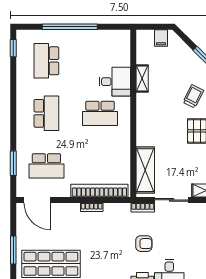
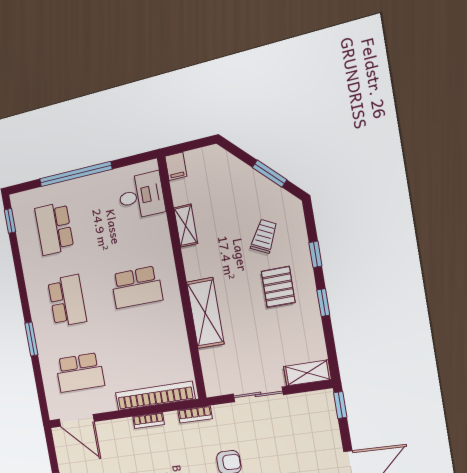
filing cabinet: (161, 38) -> (176, 166), moved
desk: (115, 82) -> (141, 196), moved
window: (13, 163) -> (31, 339), moved
shelving: (145, 170) -> (205, 313), moved
bookcase: (143, 207) -> (195, 414), moved

